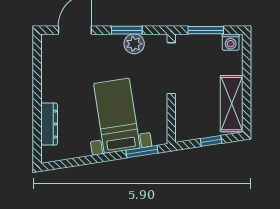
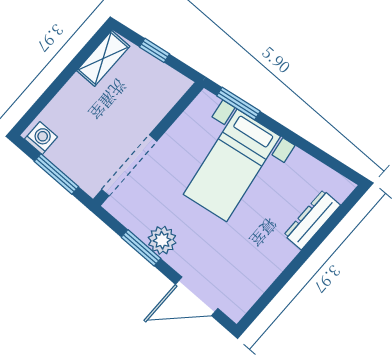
plant: (134, 44) -> (162, 240), moved
shelving: (232, 104) -> (103, 58), width x0.67, depth x0.75

